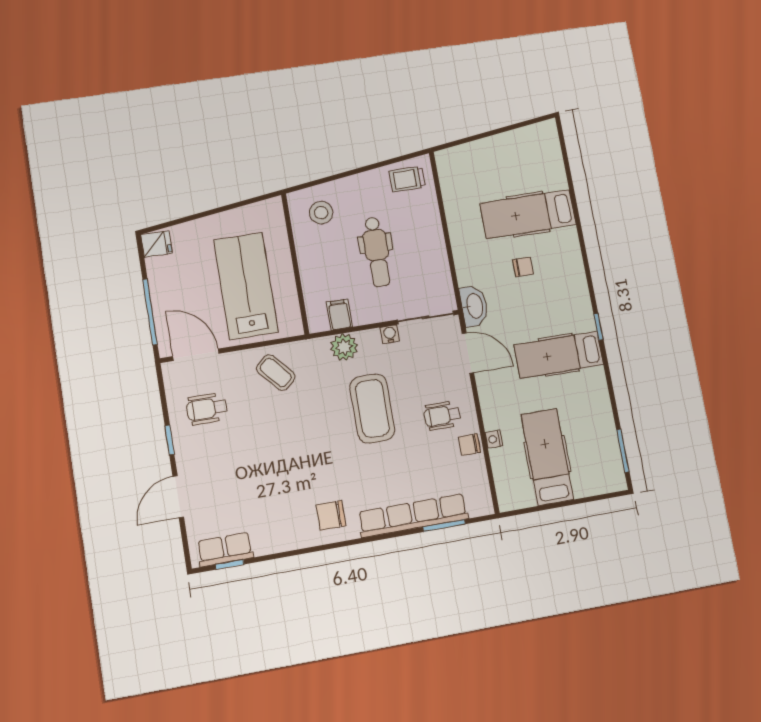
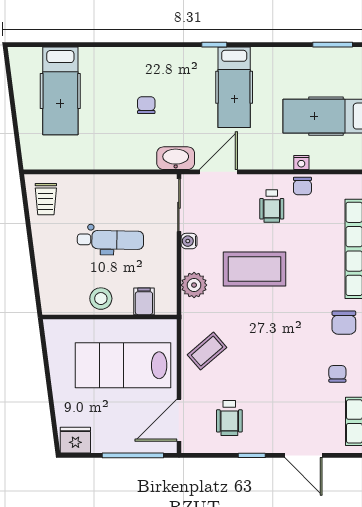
stool: (321, 213) -> (101, 299), moved
hospital bed: (528, 214) -> (60, 91), moved
fridge: (157, 244) -> (75, 440), width x1.38
filing cabinet: (339, 314) -> (144, 301), moved, turned 90
chair: (274, 518) -> (337, 374), added

